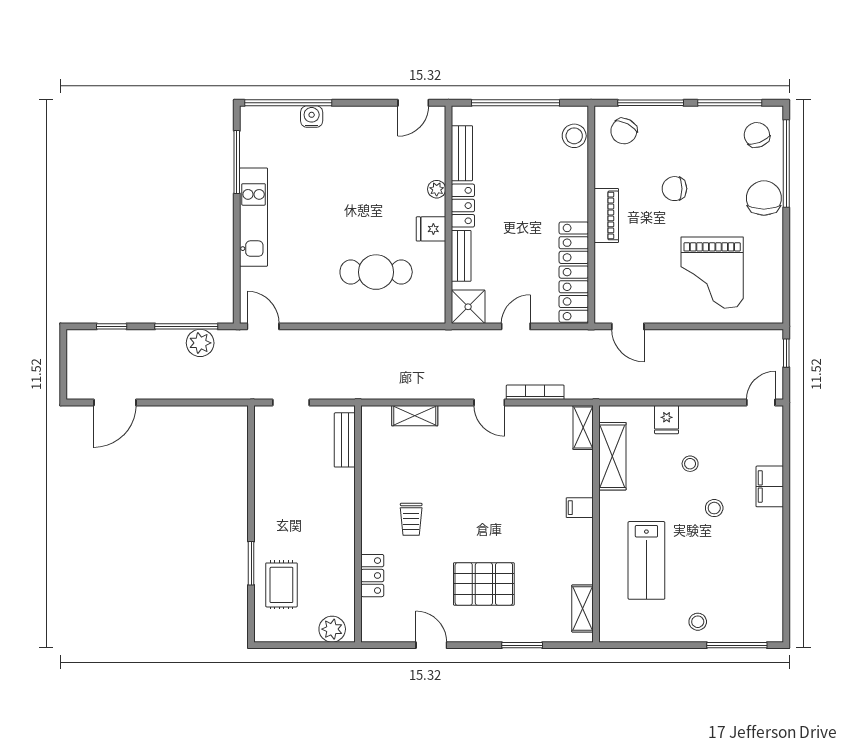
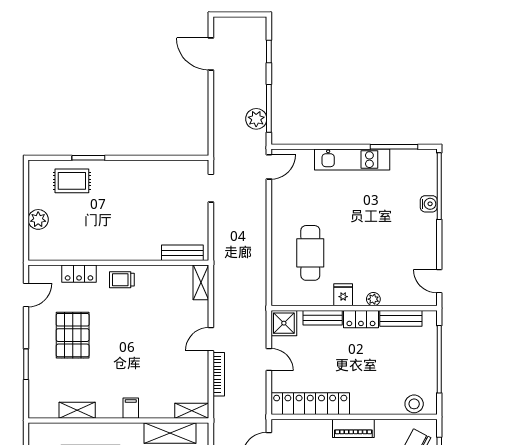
bench: (345, 440) -> (182, 253), moved
wall: (358, 524) -> (118, 263), moved
locker: (372, 576) -> (79, 274), moved
shelving: (582, 608) -> (77, 410), moved

